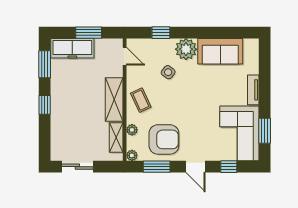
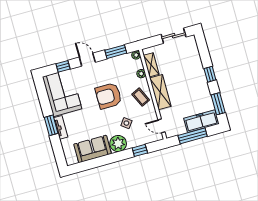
window: (89, 33) -> (193, 136), width x1.44
window: (265, 131) -> (51, 125), moved
armchair: (164, 139) -> (108, 96), moved

